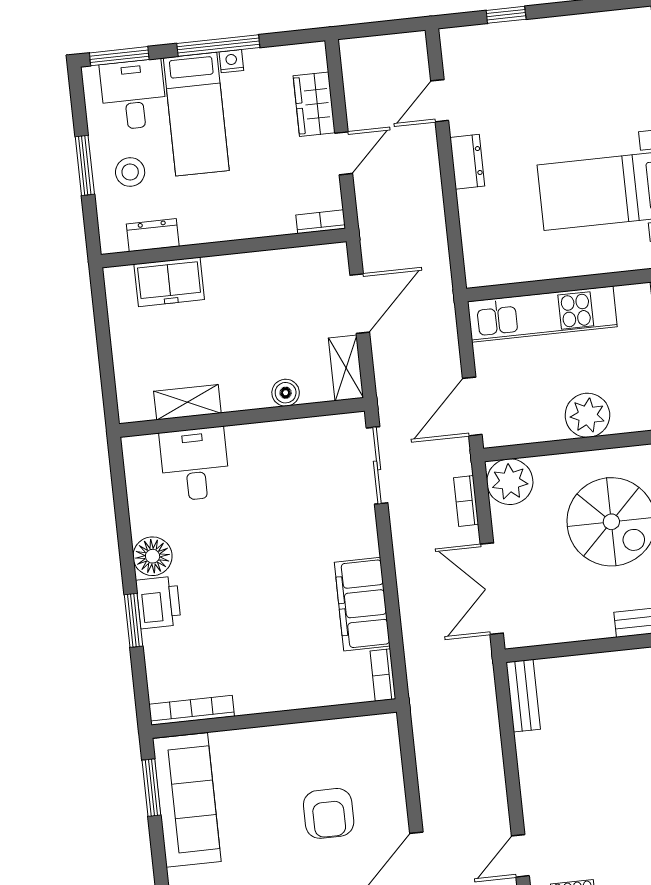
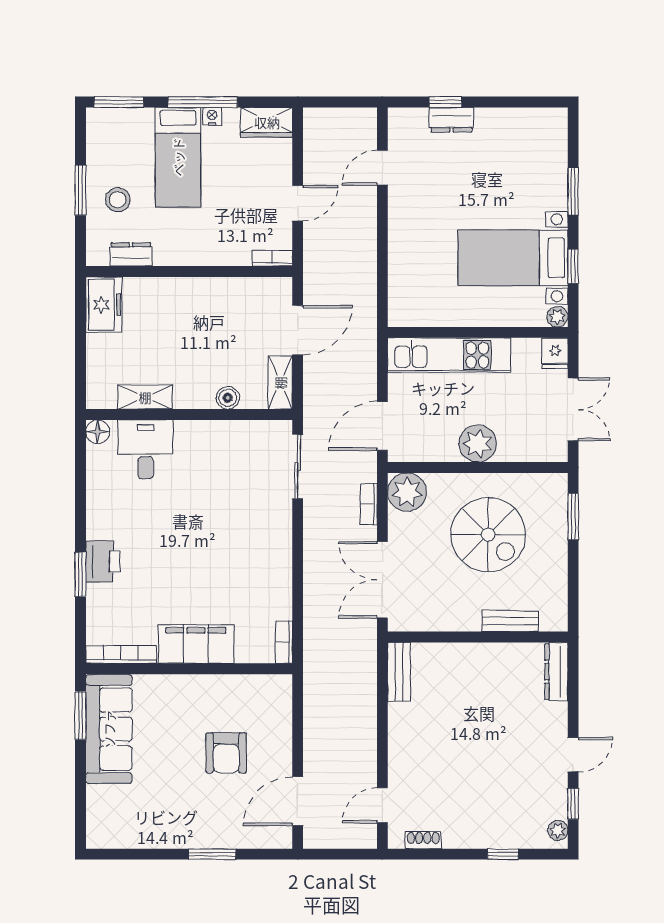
desk: (133, 95) -> (127, 135), removed
wardrobe: (314, 104) -> (267, 122), moved, turned -90
dresser: (467, 162) -> (451, 120), moved, turned 90
freezer: (169, 282) -> (104, 305), moved, turned -90
floor lamp: (153, 556) -> (98, 432), moved, width x0.73, depth x0.73
filing cabinet: (362, 604) -> (196, 644), moved, turned 90

